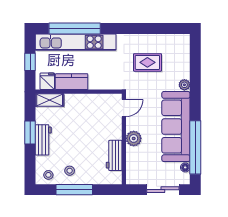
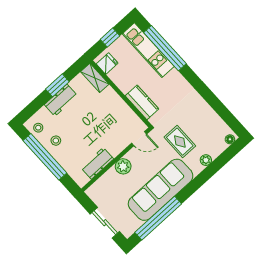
kitchen unit: (76, 42) -> (148, 50), width x0.73
rug: (147, 62) -> (180, 142), moved
kitchen counter: (72, 82) -> (142, 102), moved
plant: (184, 85) -> (206, 160), moved
floor lamp: (185, 167) -> (230, 139), moved
window: (74, 190) -> (45, 157), width x1.46

